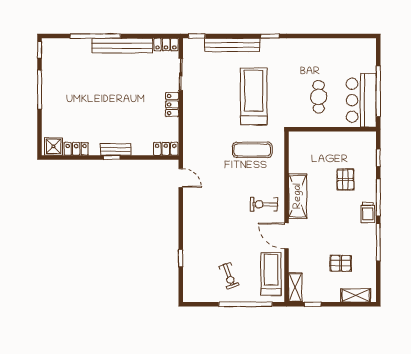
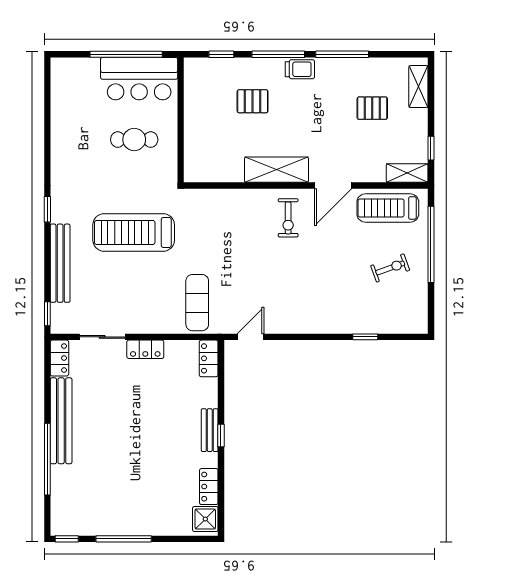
exercise mat: (252, 150) -> (197, 303), moved
pallet: (341, 263) -> (372, 108), turned 90

